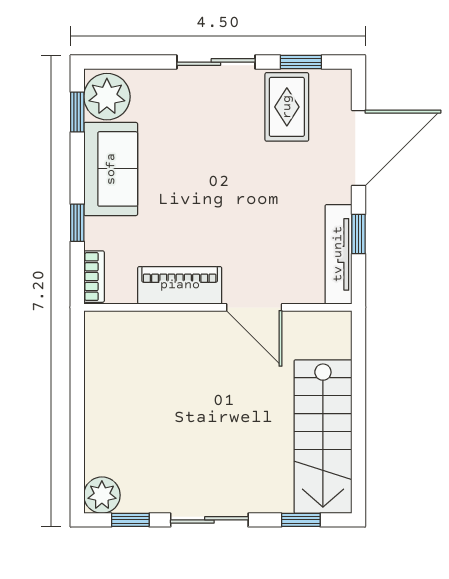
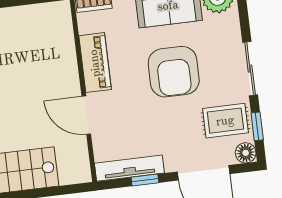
floor lamp: (337, 83) -> (246, 153), added
armchair: (207, 173) -> (174, 72), added
door: (254, 307) -> (86, 115), hinge flipped

